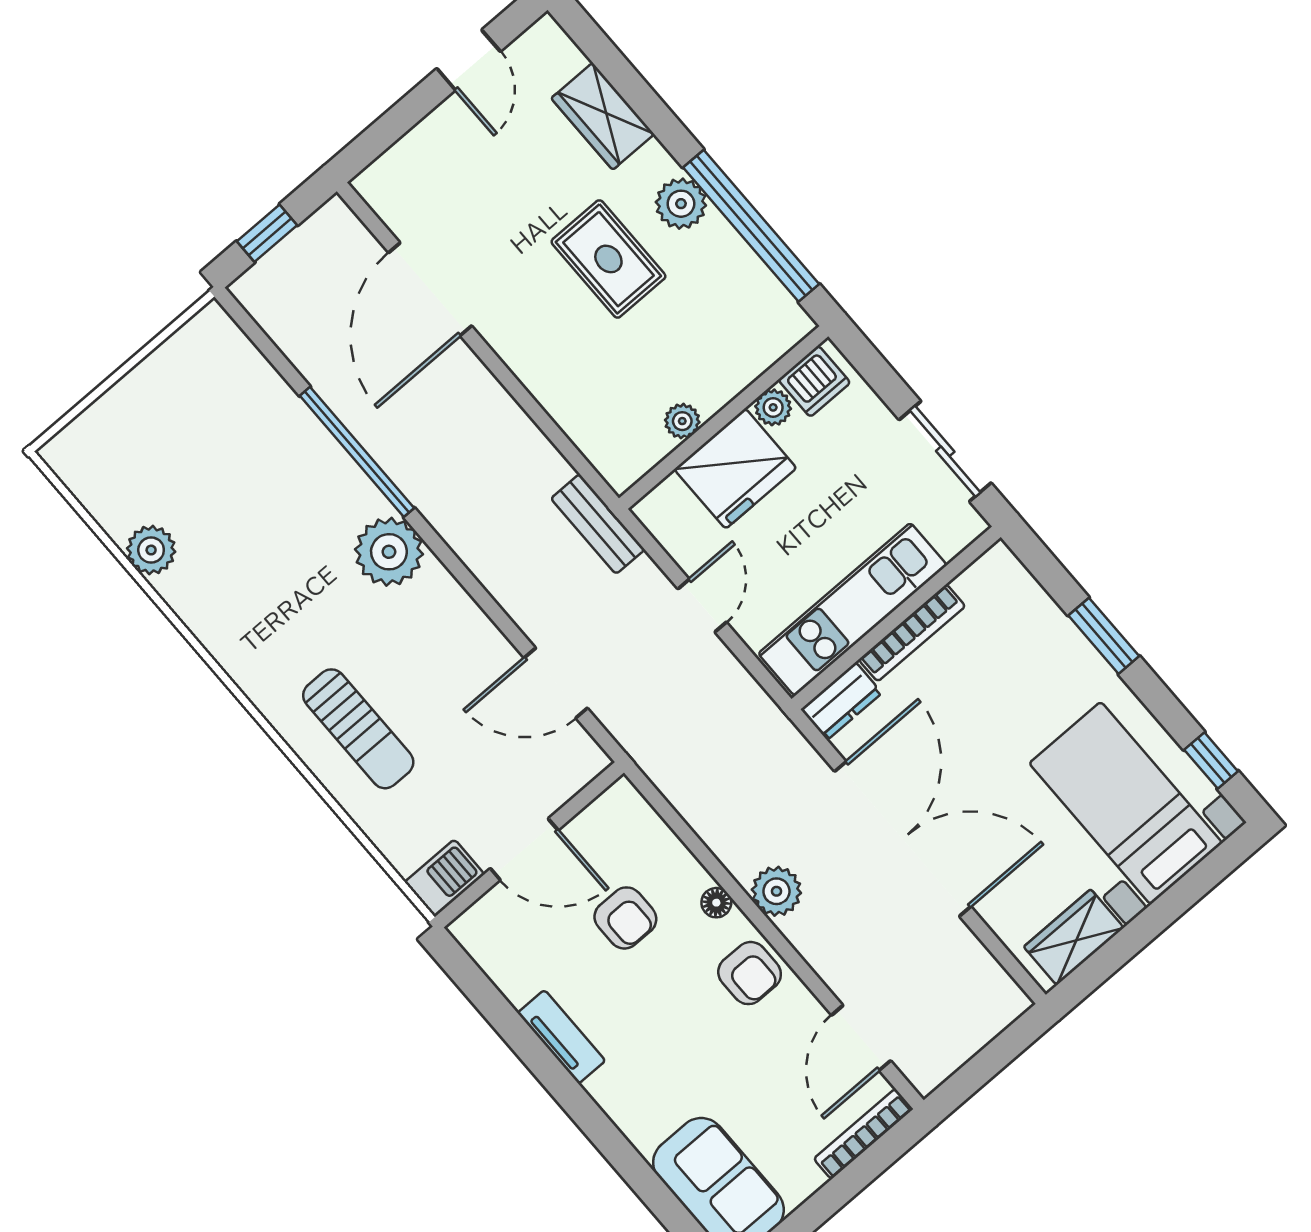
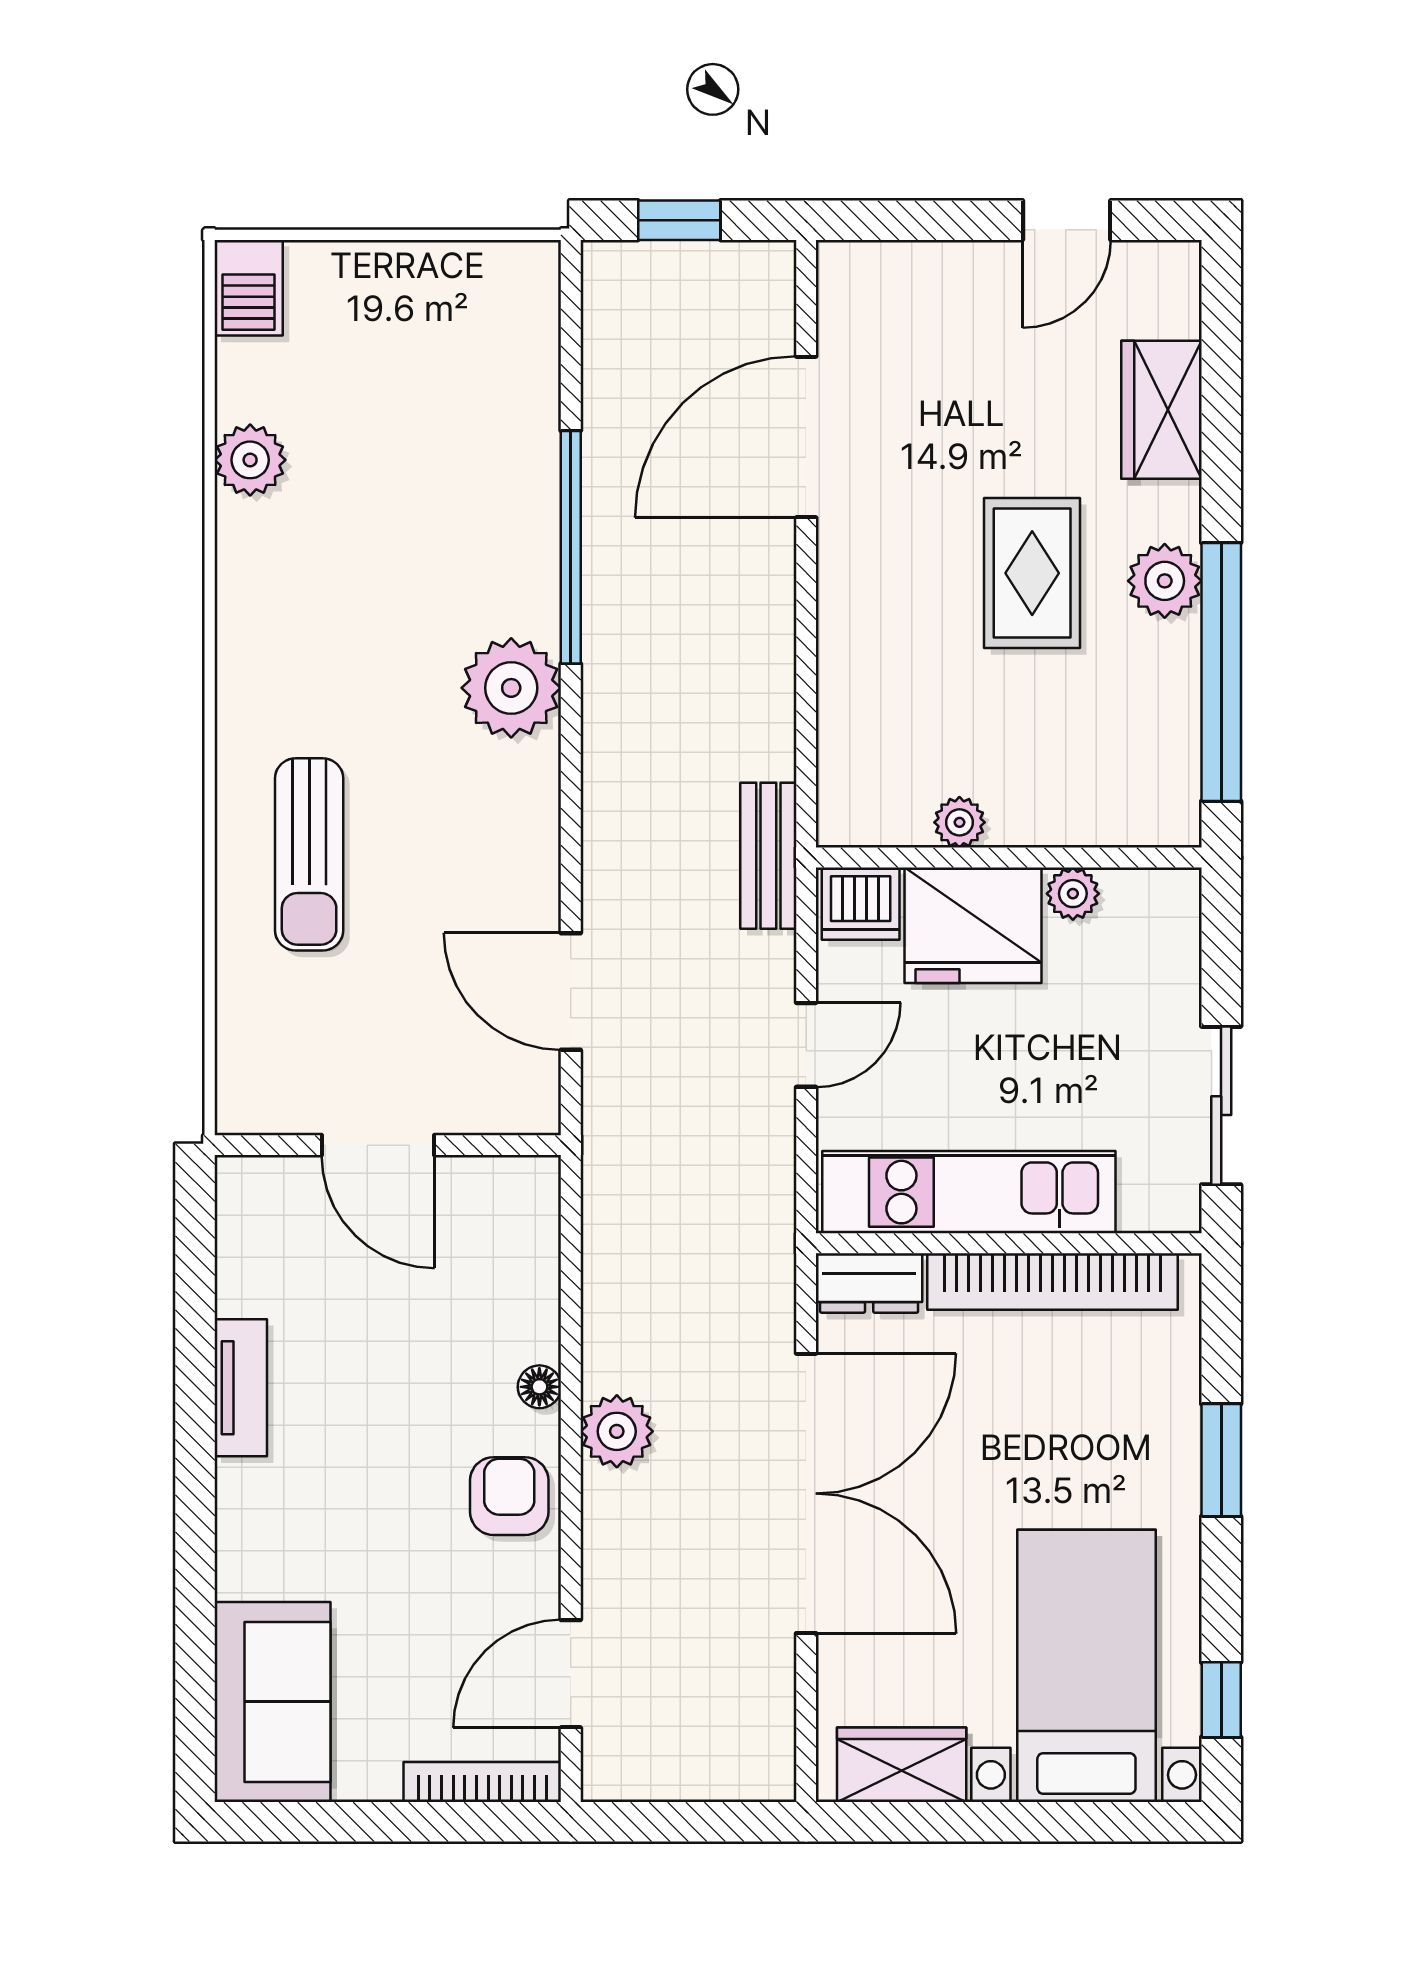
dishwasher: (814, 381) -> (861, 904), moved
bookcase: (912, 633) -> (1053, 1281), width x1.48, depth x1.31
barbecue: (445, 878) -> (249, 288), moved, turned 90
armchair: (625, 918) -> (424, 1317), removed
armchair: (750, 973) -> (509, 1496), turned 180

